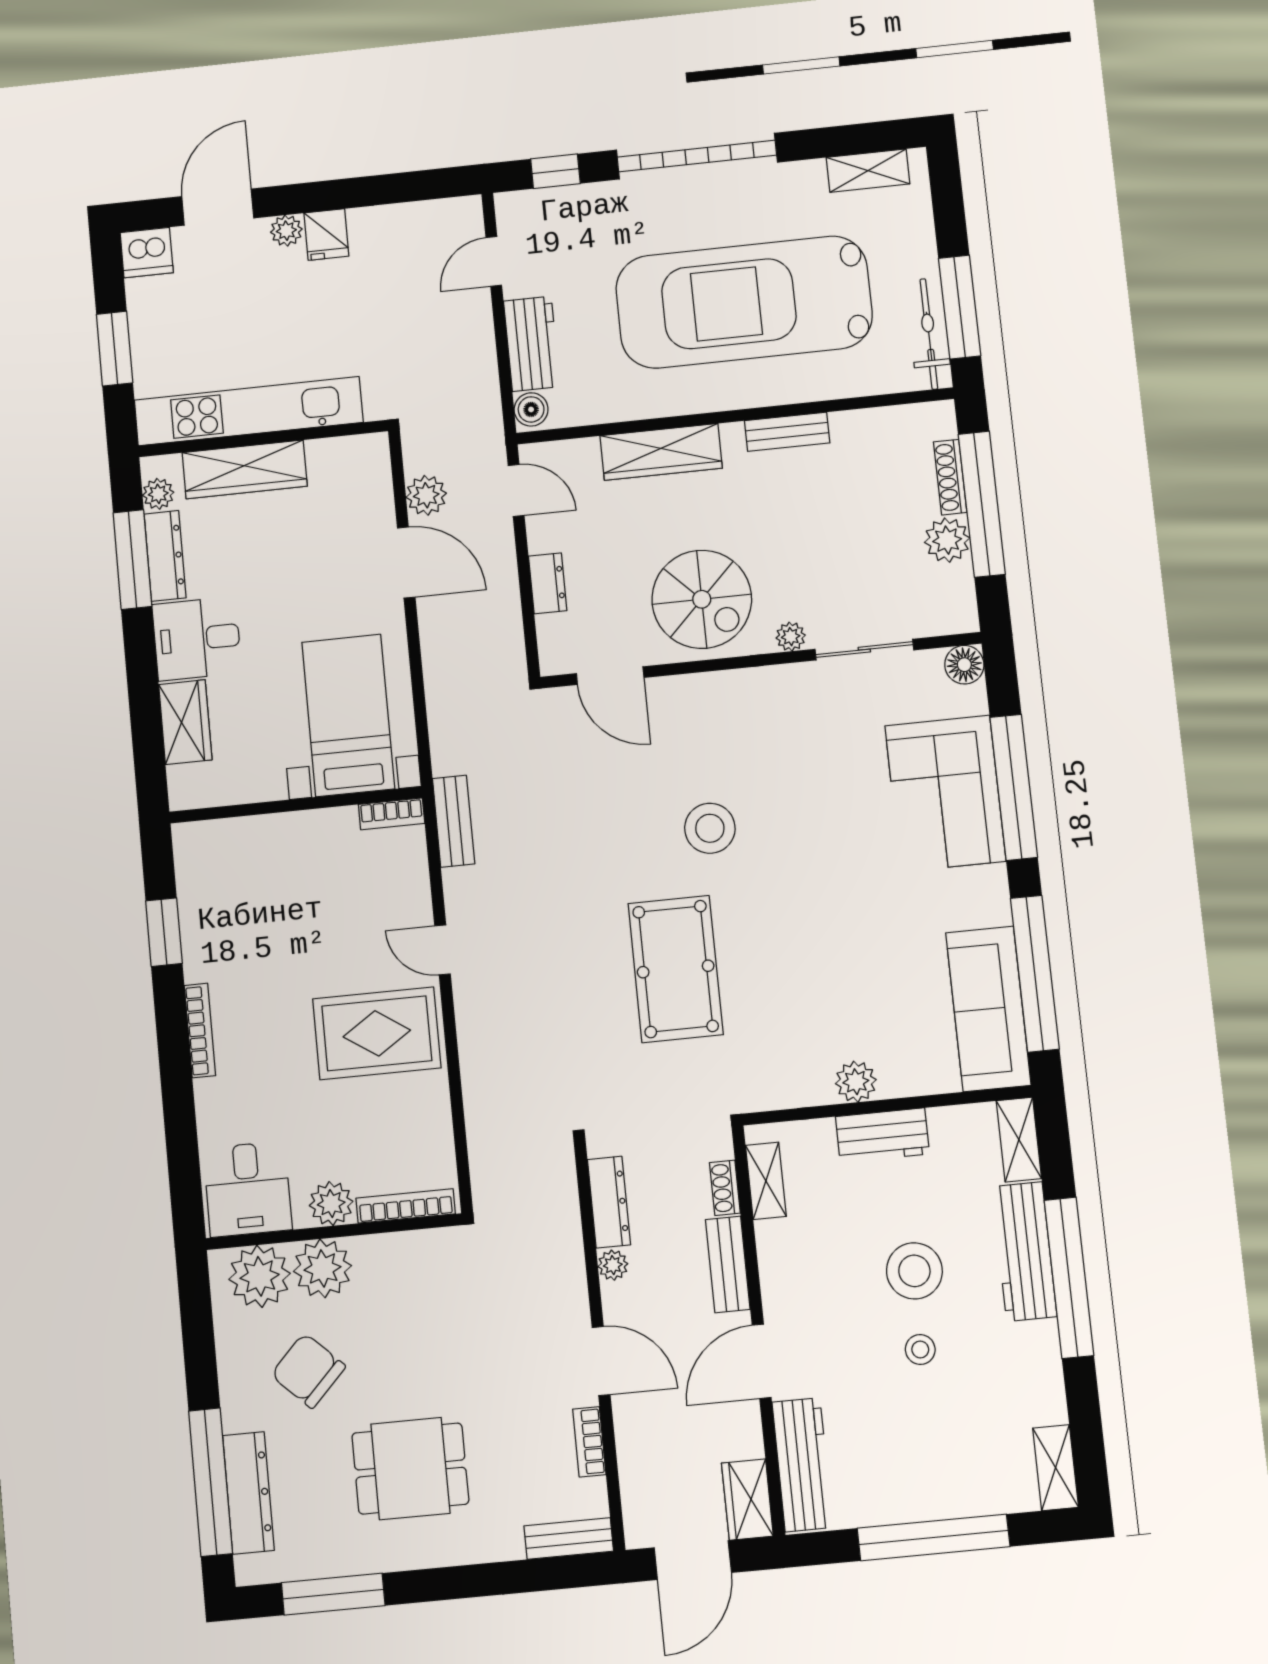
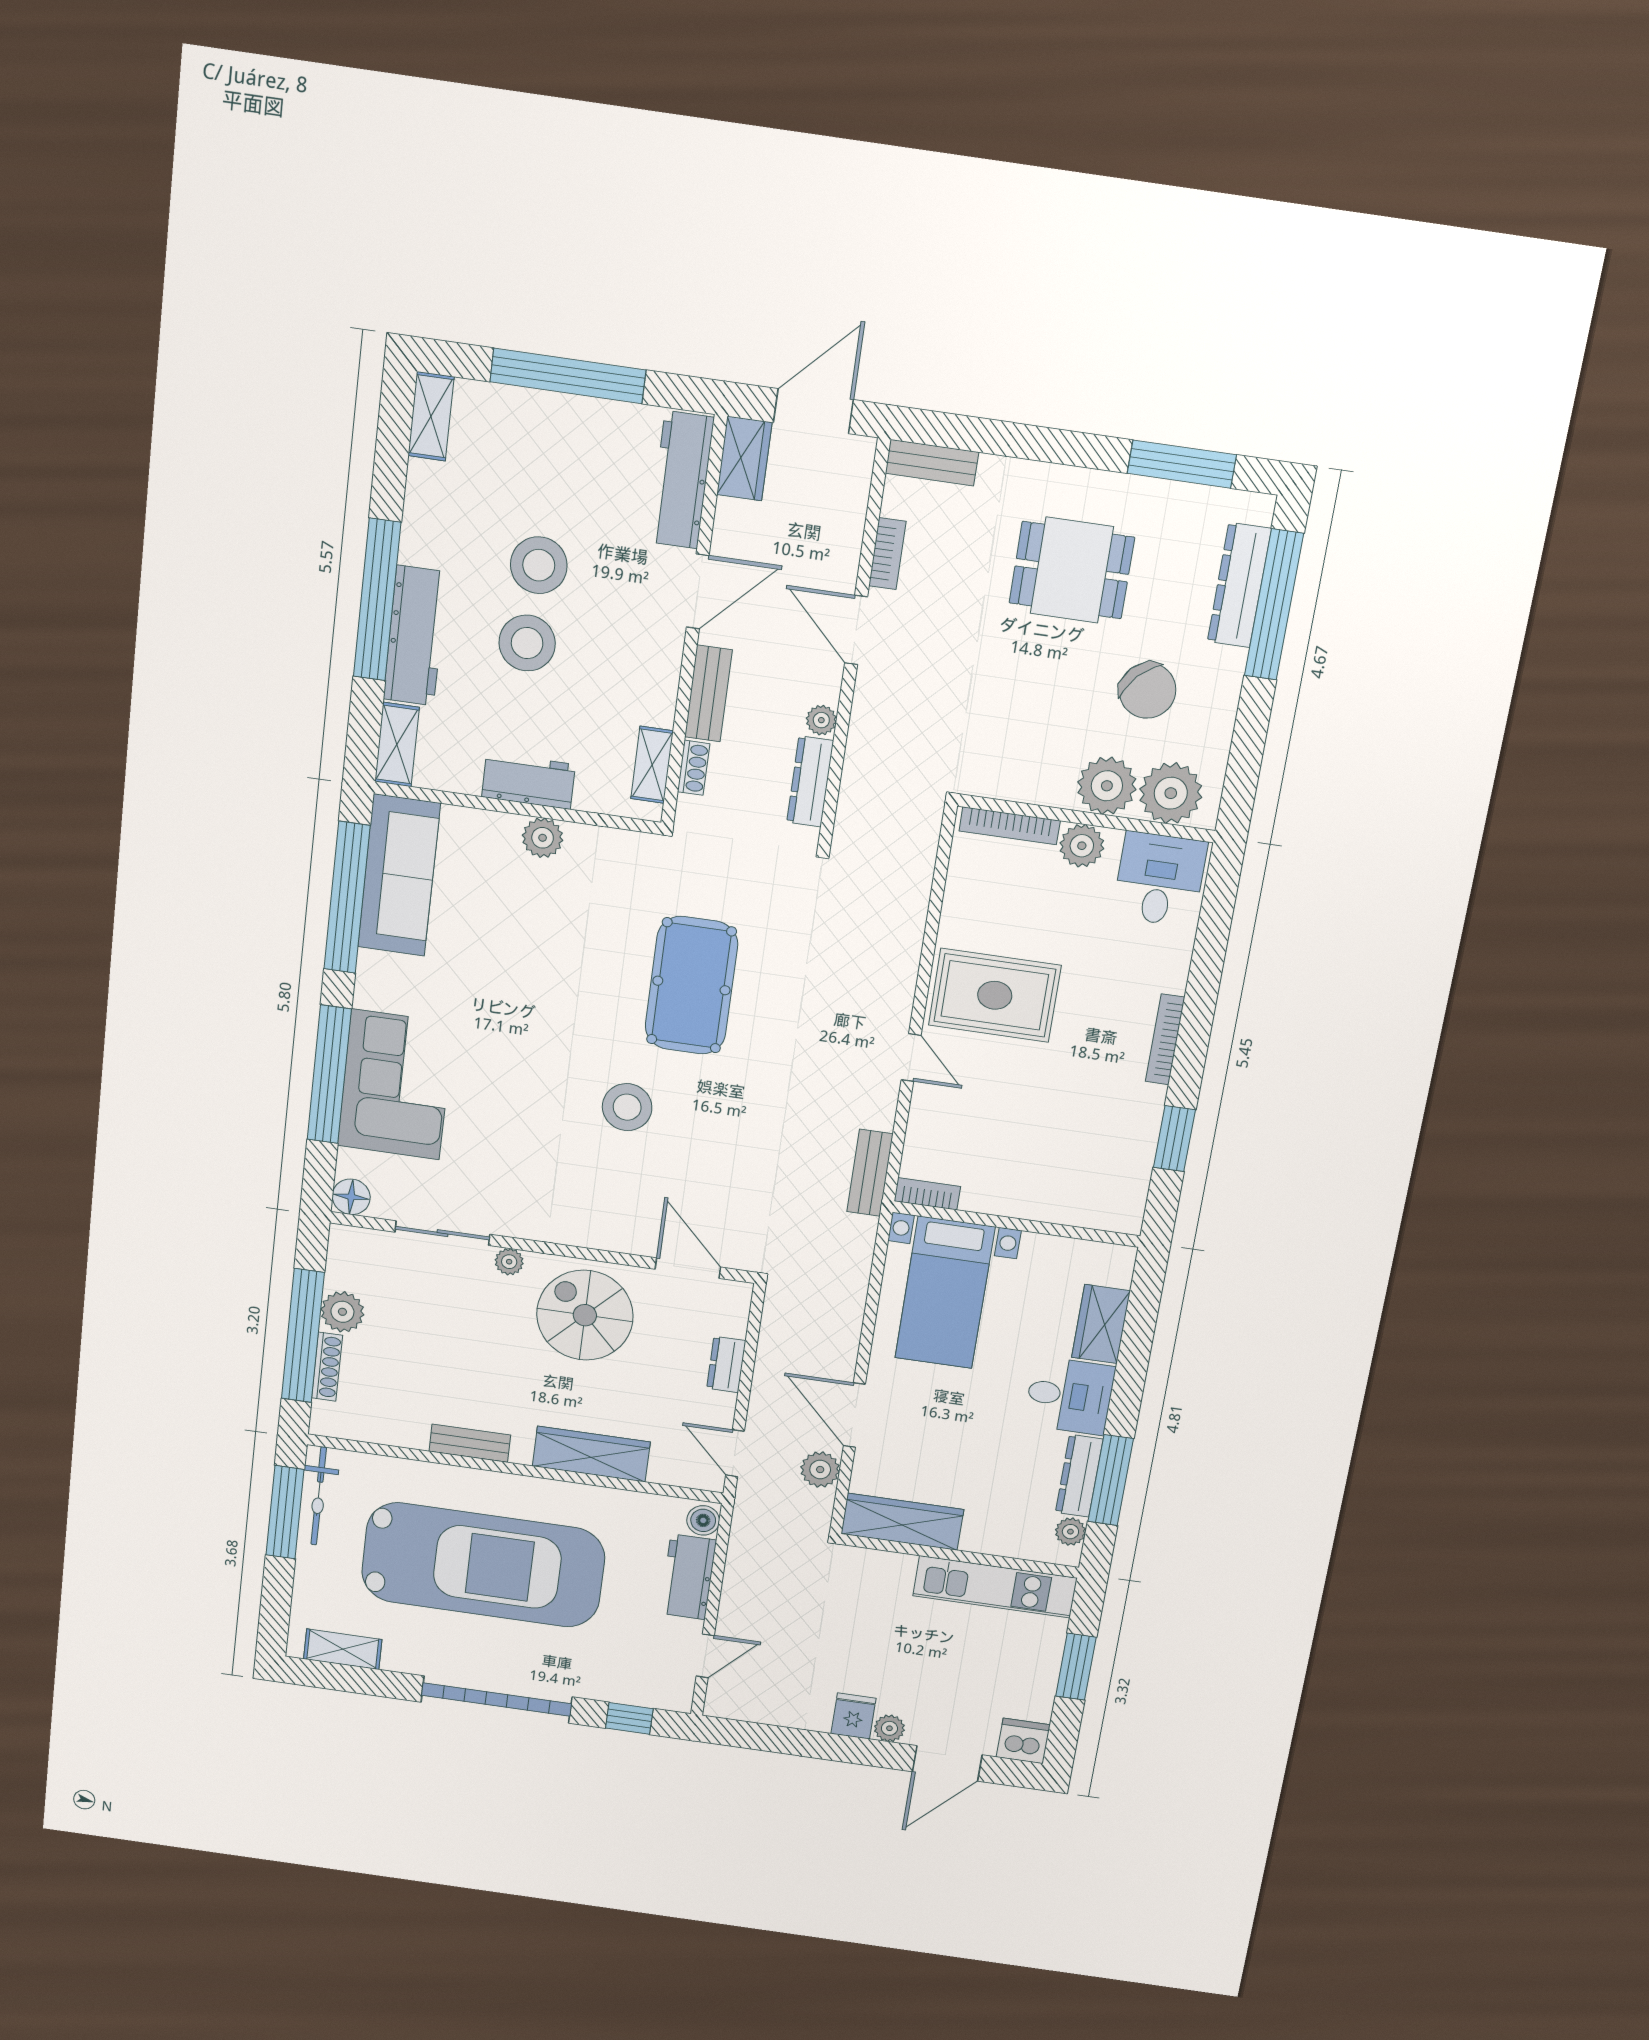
kitchen unit: (249, 411) -> (995, 1587), width x0.73
wardrobe: (245, 469) -> (902, 1522), moved
stool: (920, 1349) -> (539, 565), width x1.89, depth x1.89

